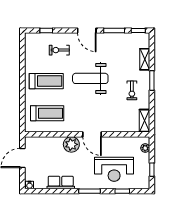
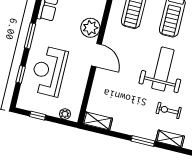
exercise bike: (132, 90) -> (169, 110), moved
door: (92, 134) -> (96, 55), swing flipped

